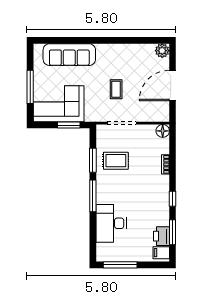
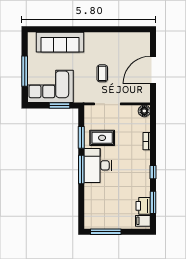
plant: (162, 51) -> (144, 38), removed
desk: (111, 223) -> (98, 165), moved

